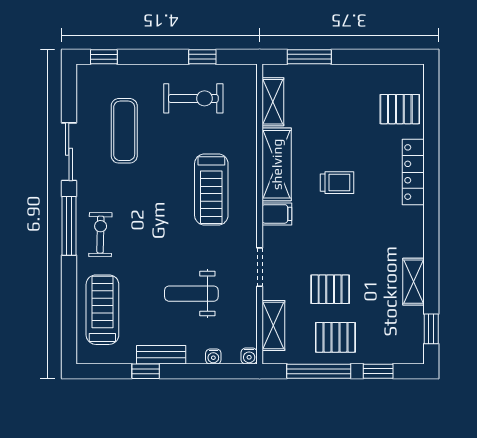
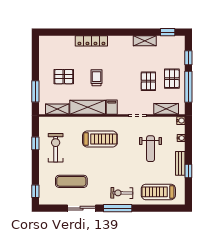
pallet: (400, 109) -> (64, 77), moved, turned 90

